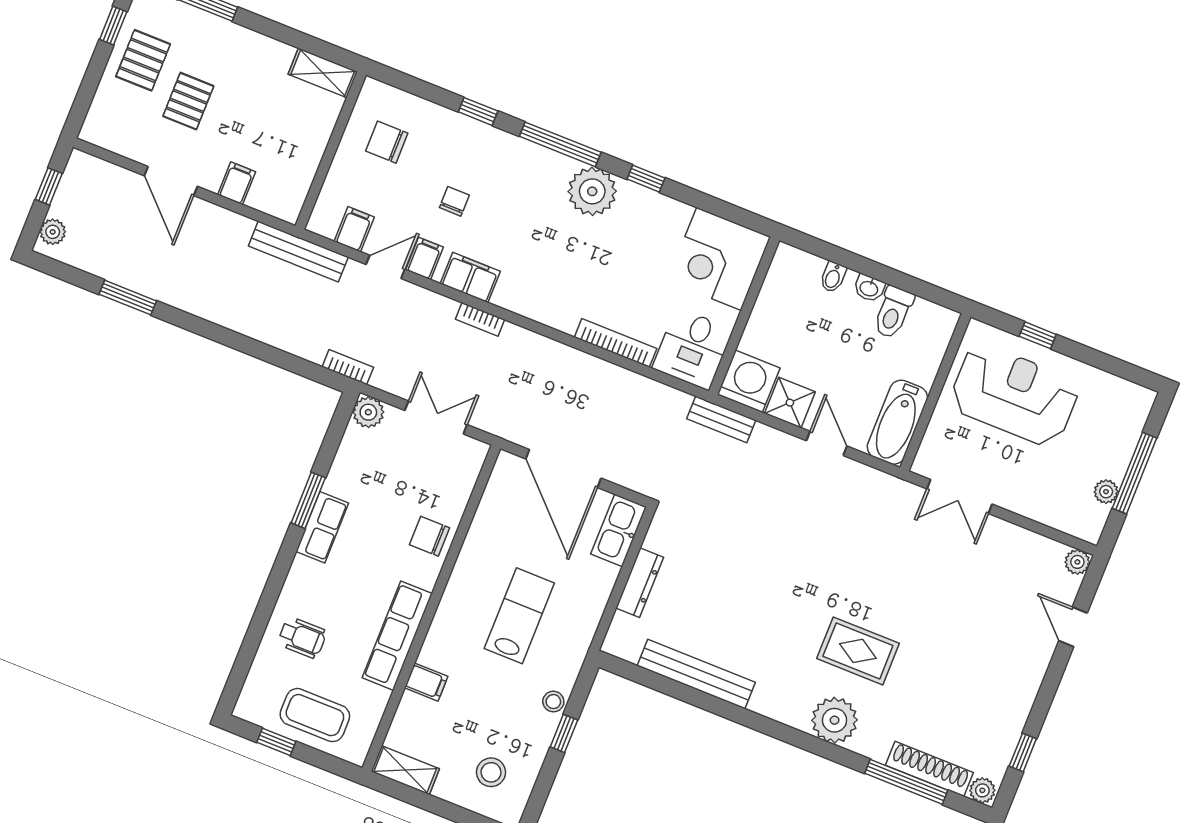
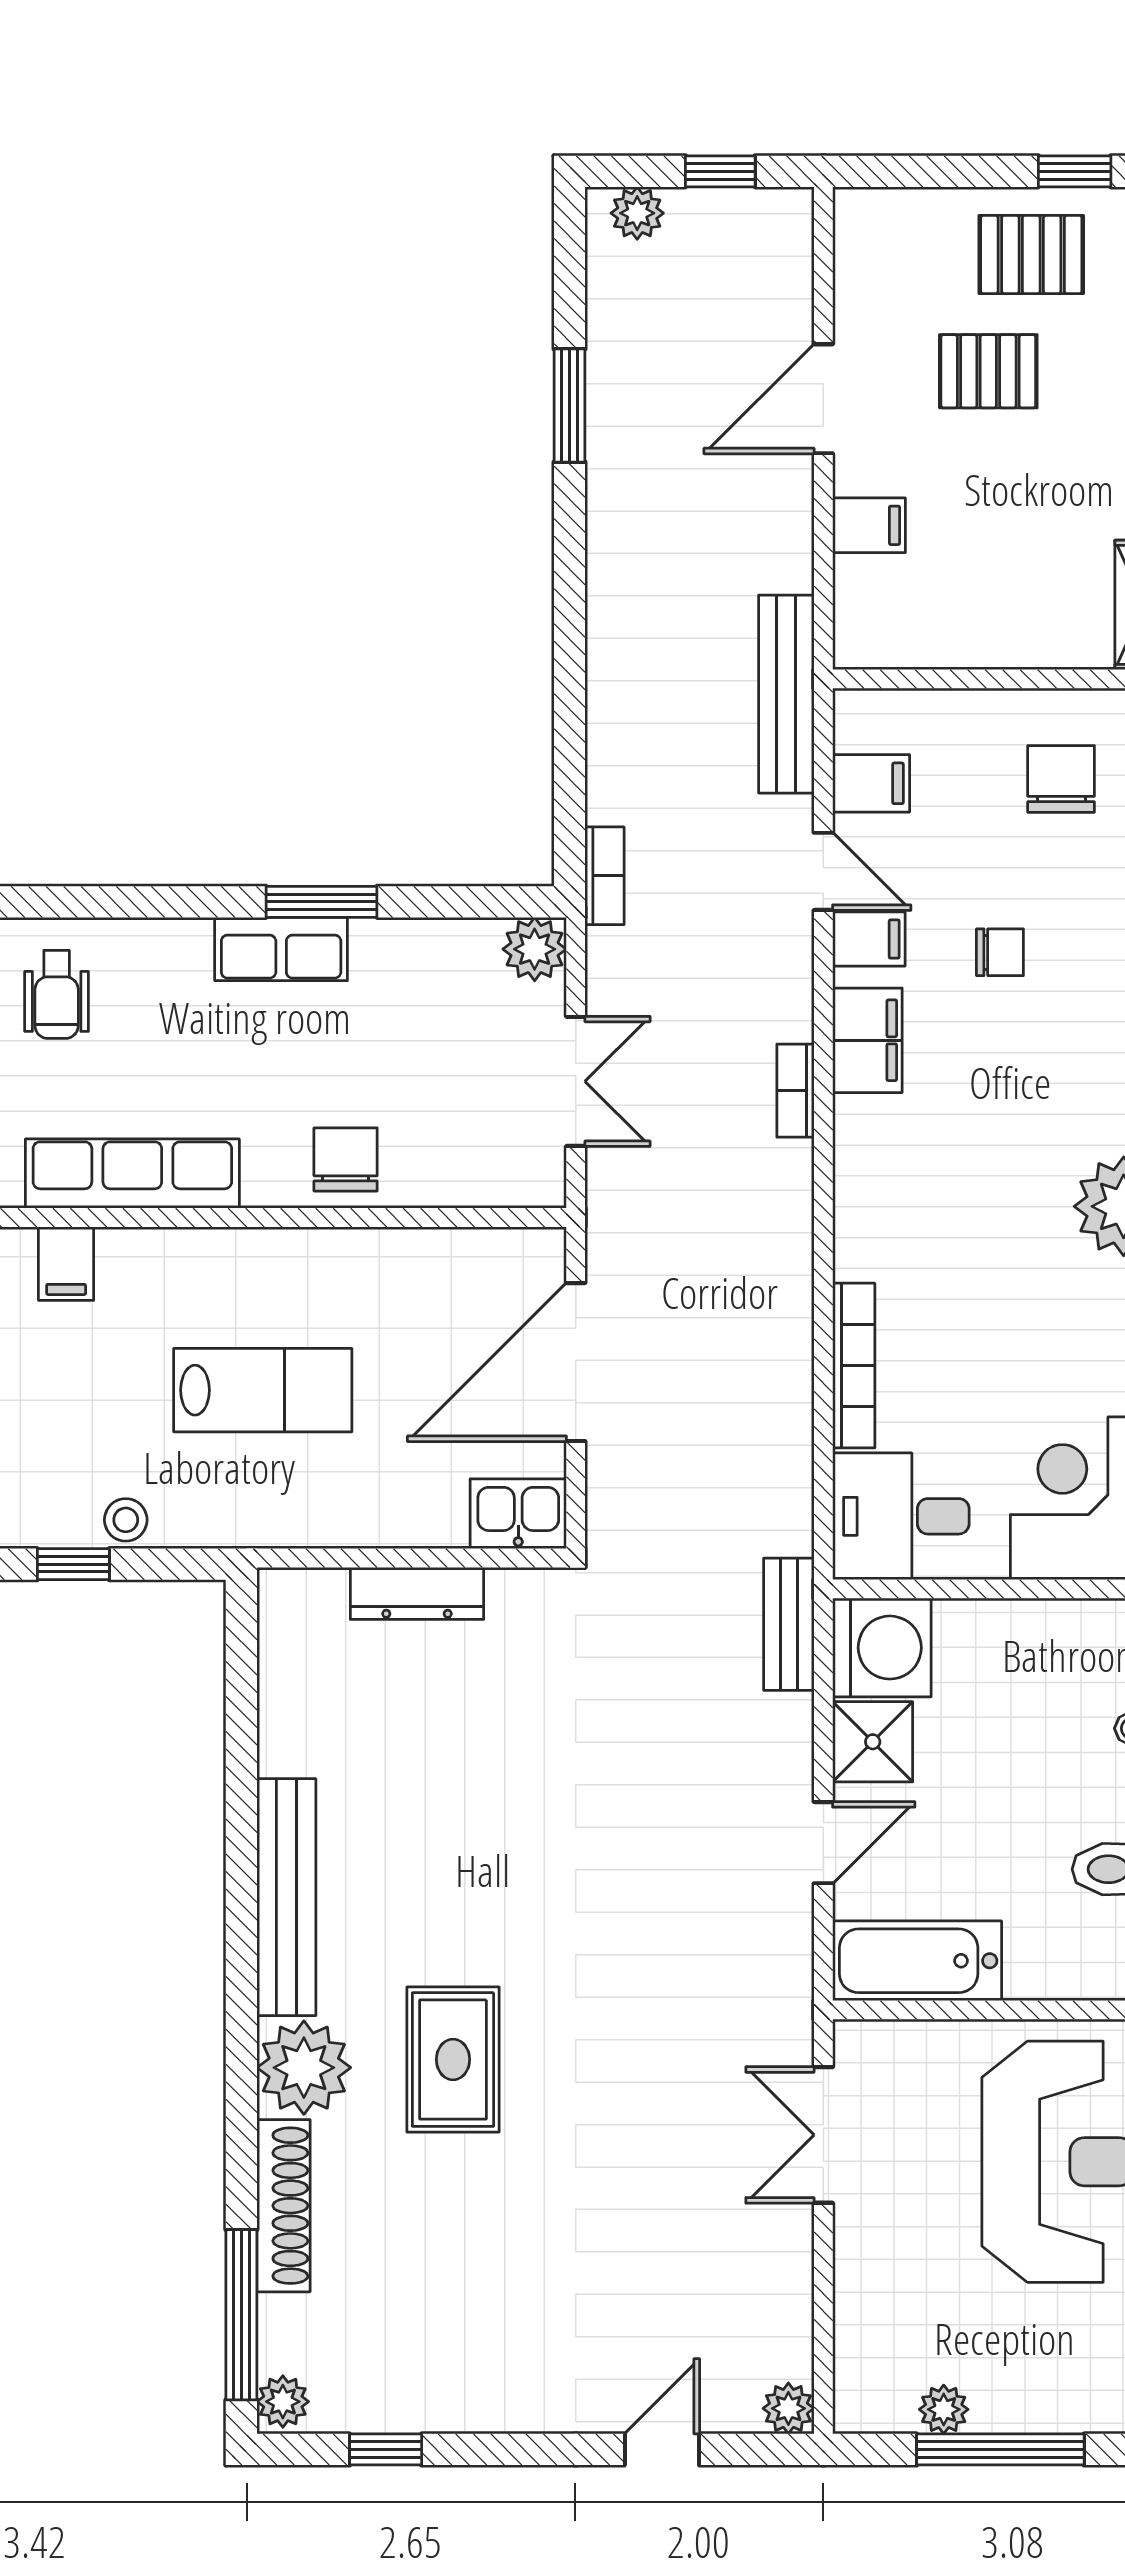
kitchen sink: (619, 530) -> (518, 1514), width x0.73
bench: (696, 674) -> (286, 1897), moved
shoe rack: (929, 769) -> (283, 2206), moved
window: (906, 782) -> (241, 2315), moved

